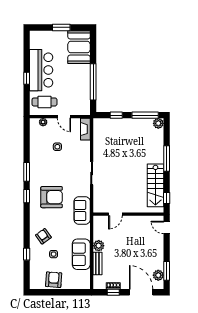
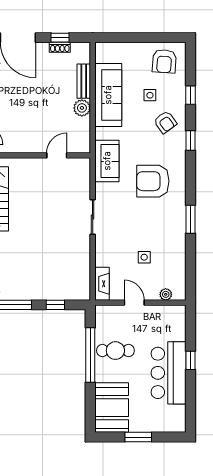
cafe table: (44, 102) -> (115, 351), moved
window: (27, 196) -> (191, 141), moved
sofa: (81, 254) -> (108, 95), width x1.36
armchair: (54, 280) -> (164, 61), moved

